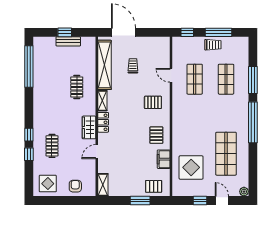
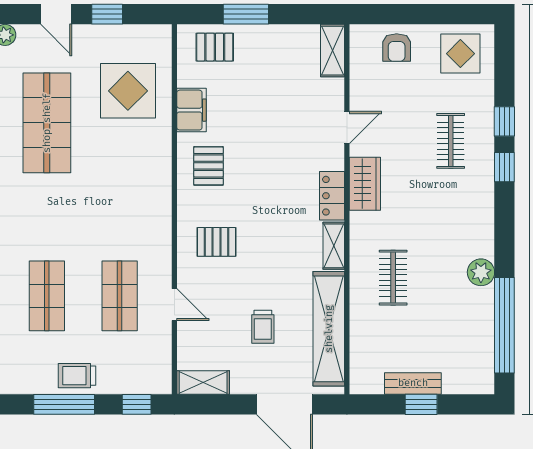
shelving: (159, 42) -> (203, 382), added
plant: (39, 89) -> (481, 272), added

